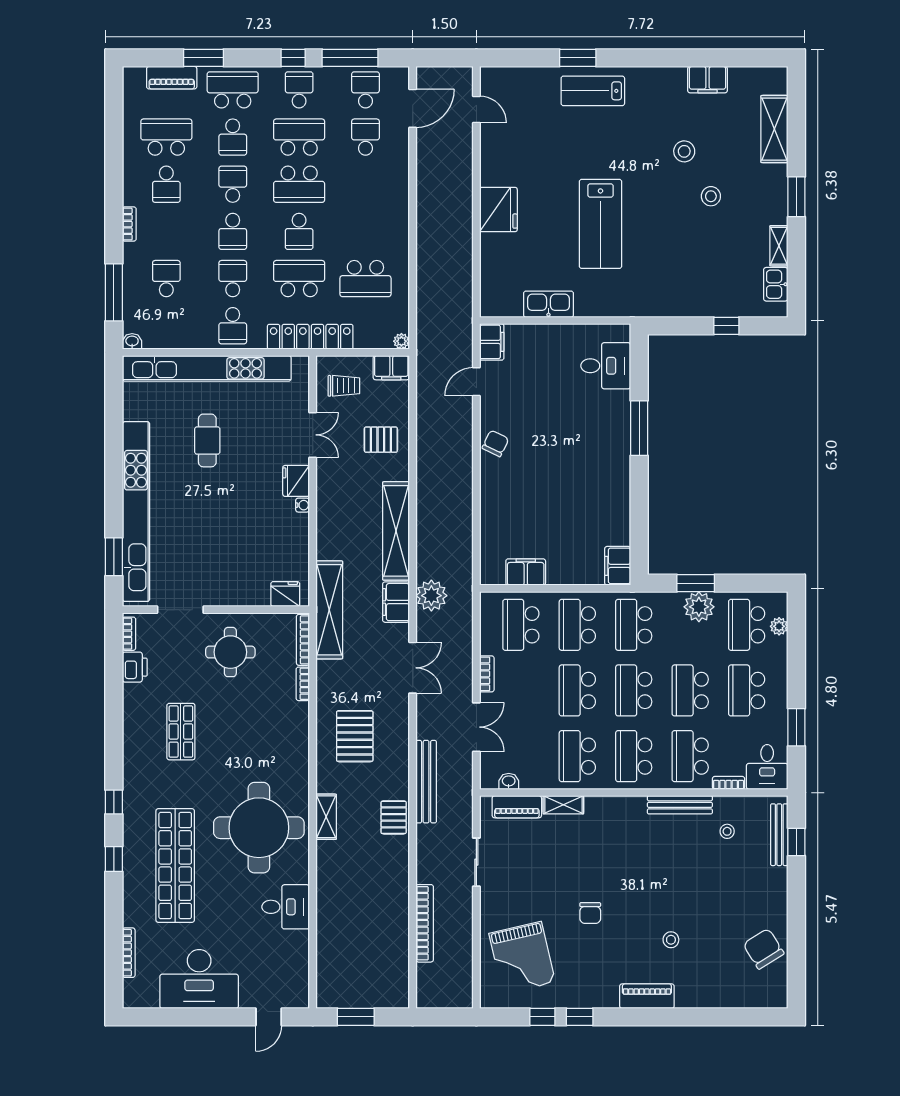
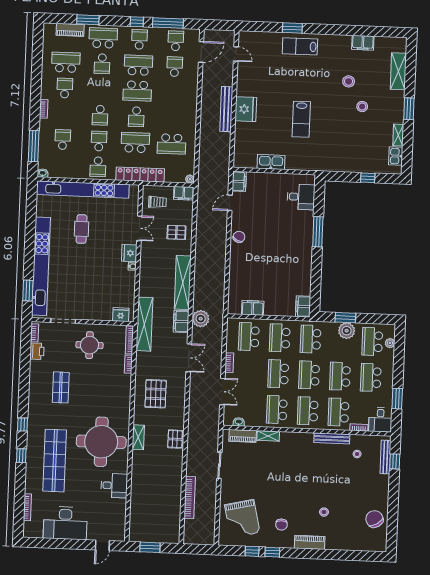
school desk: (166, 184) -> (65, 88), turned 180
school desk: (233, 184) -> (101, 89), removed
lab bench: (600, 224) -> (301, 119), width x0.73, depth x0.72
bench: (426, 782) -> (226, 109), moved
chair: (590, 913) -> (281, 525), moved

